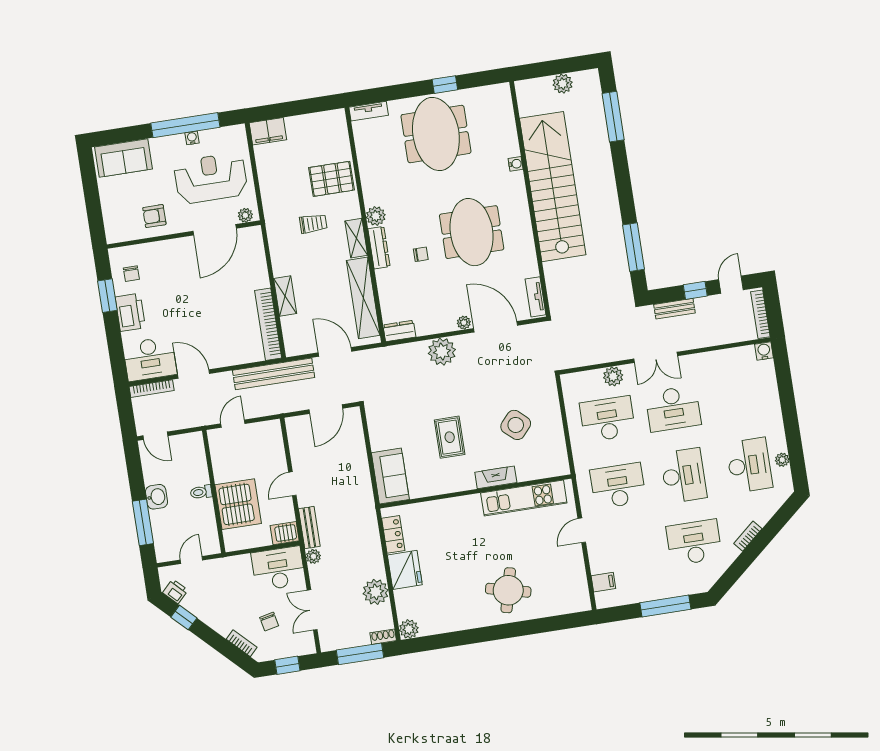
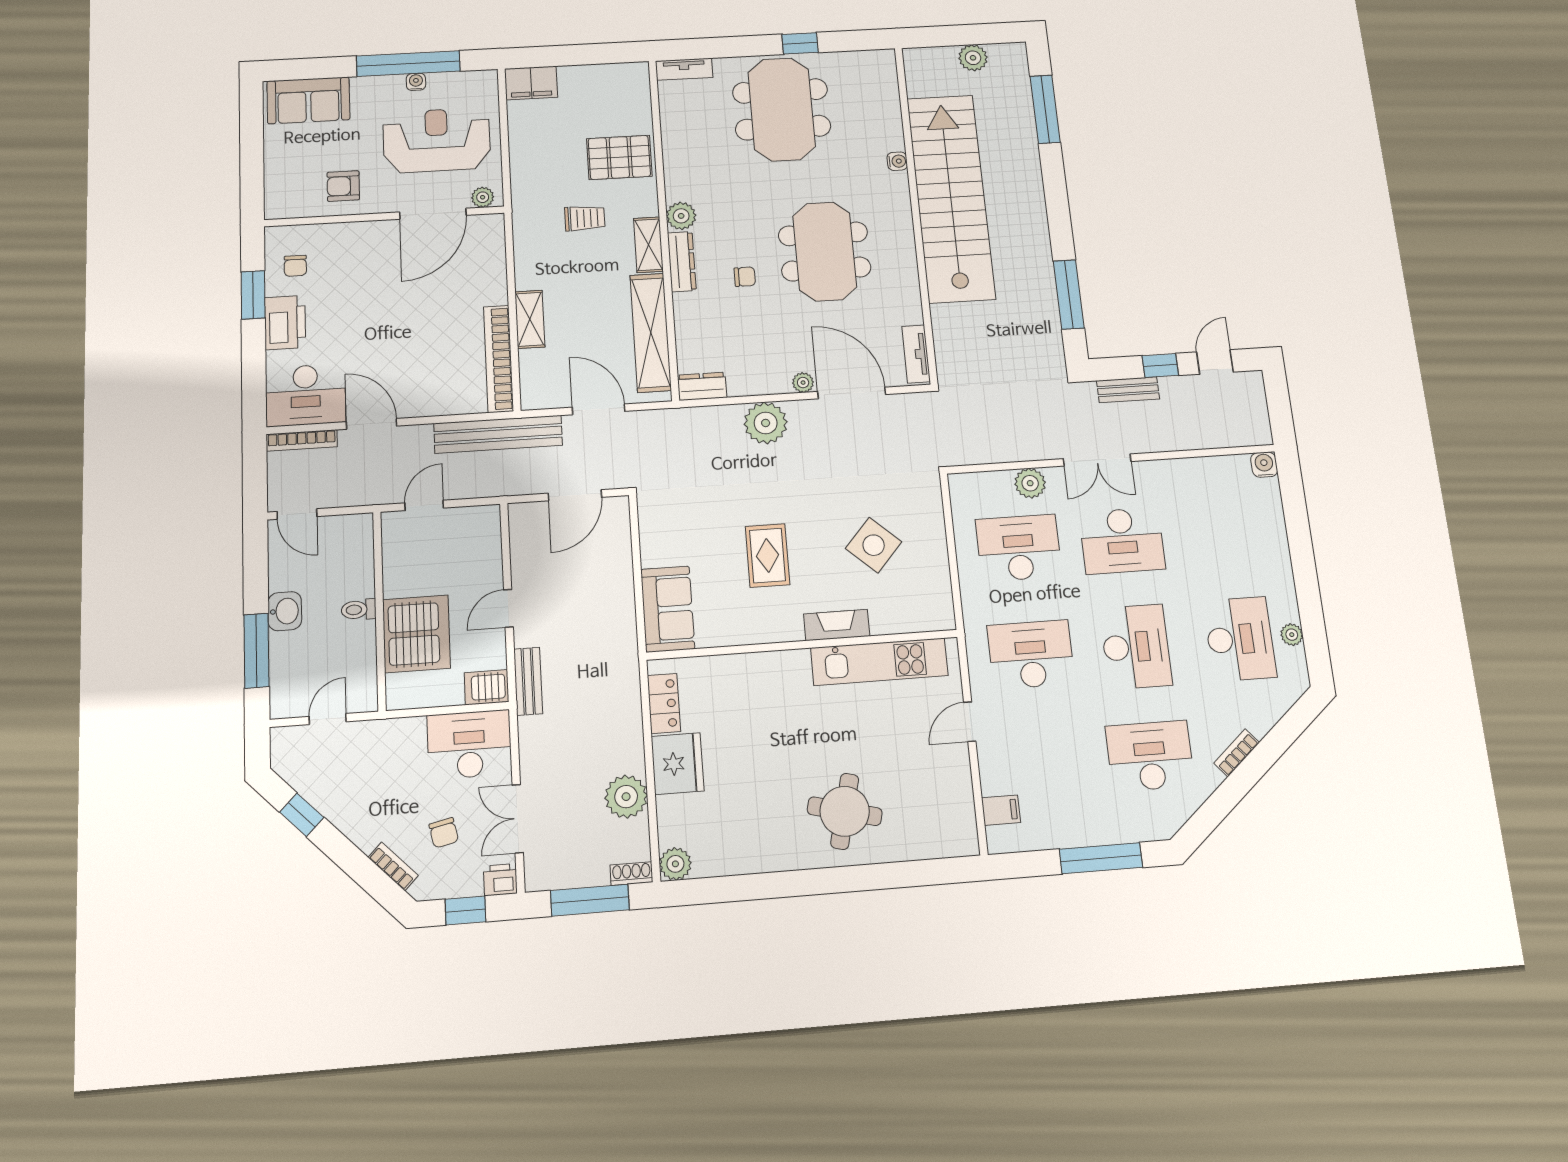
bookcase: (760, 314) -> (1259, 409), removed
plant: (313, 556) -> (530, 729), removed
printer: (175, 591) -> (500, 880), moved, turned -45

